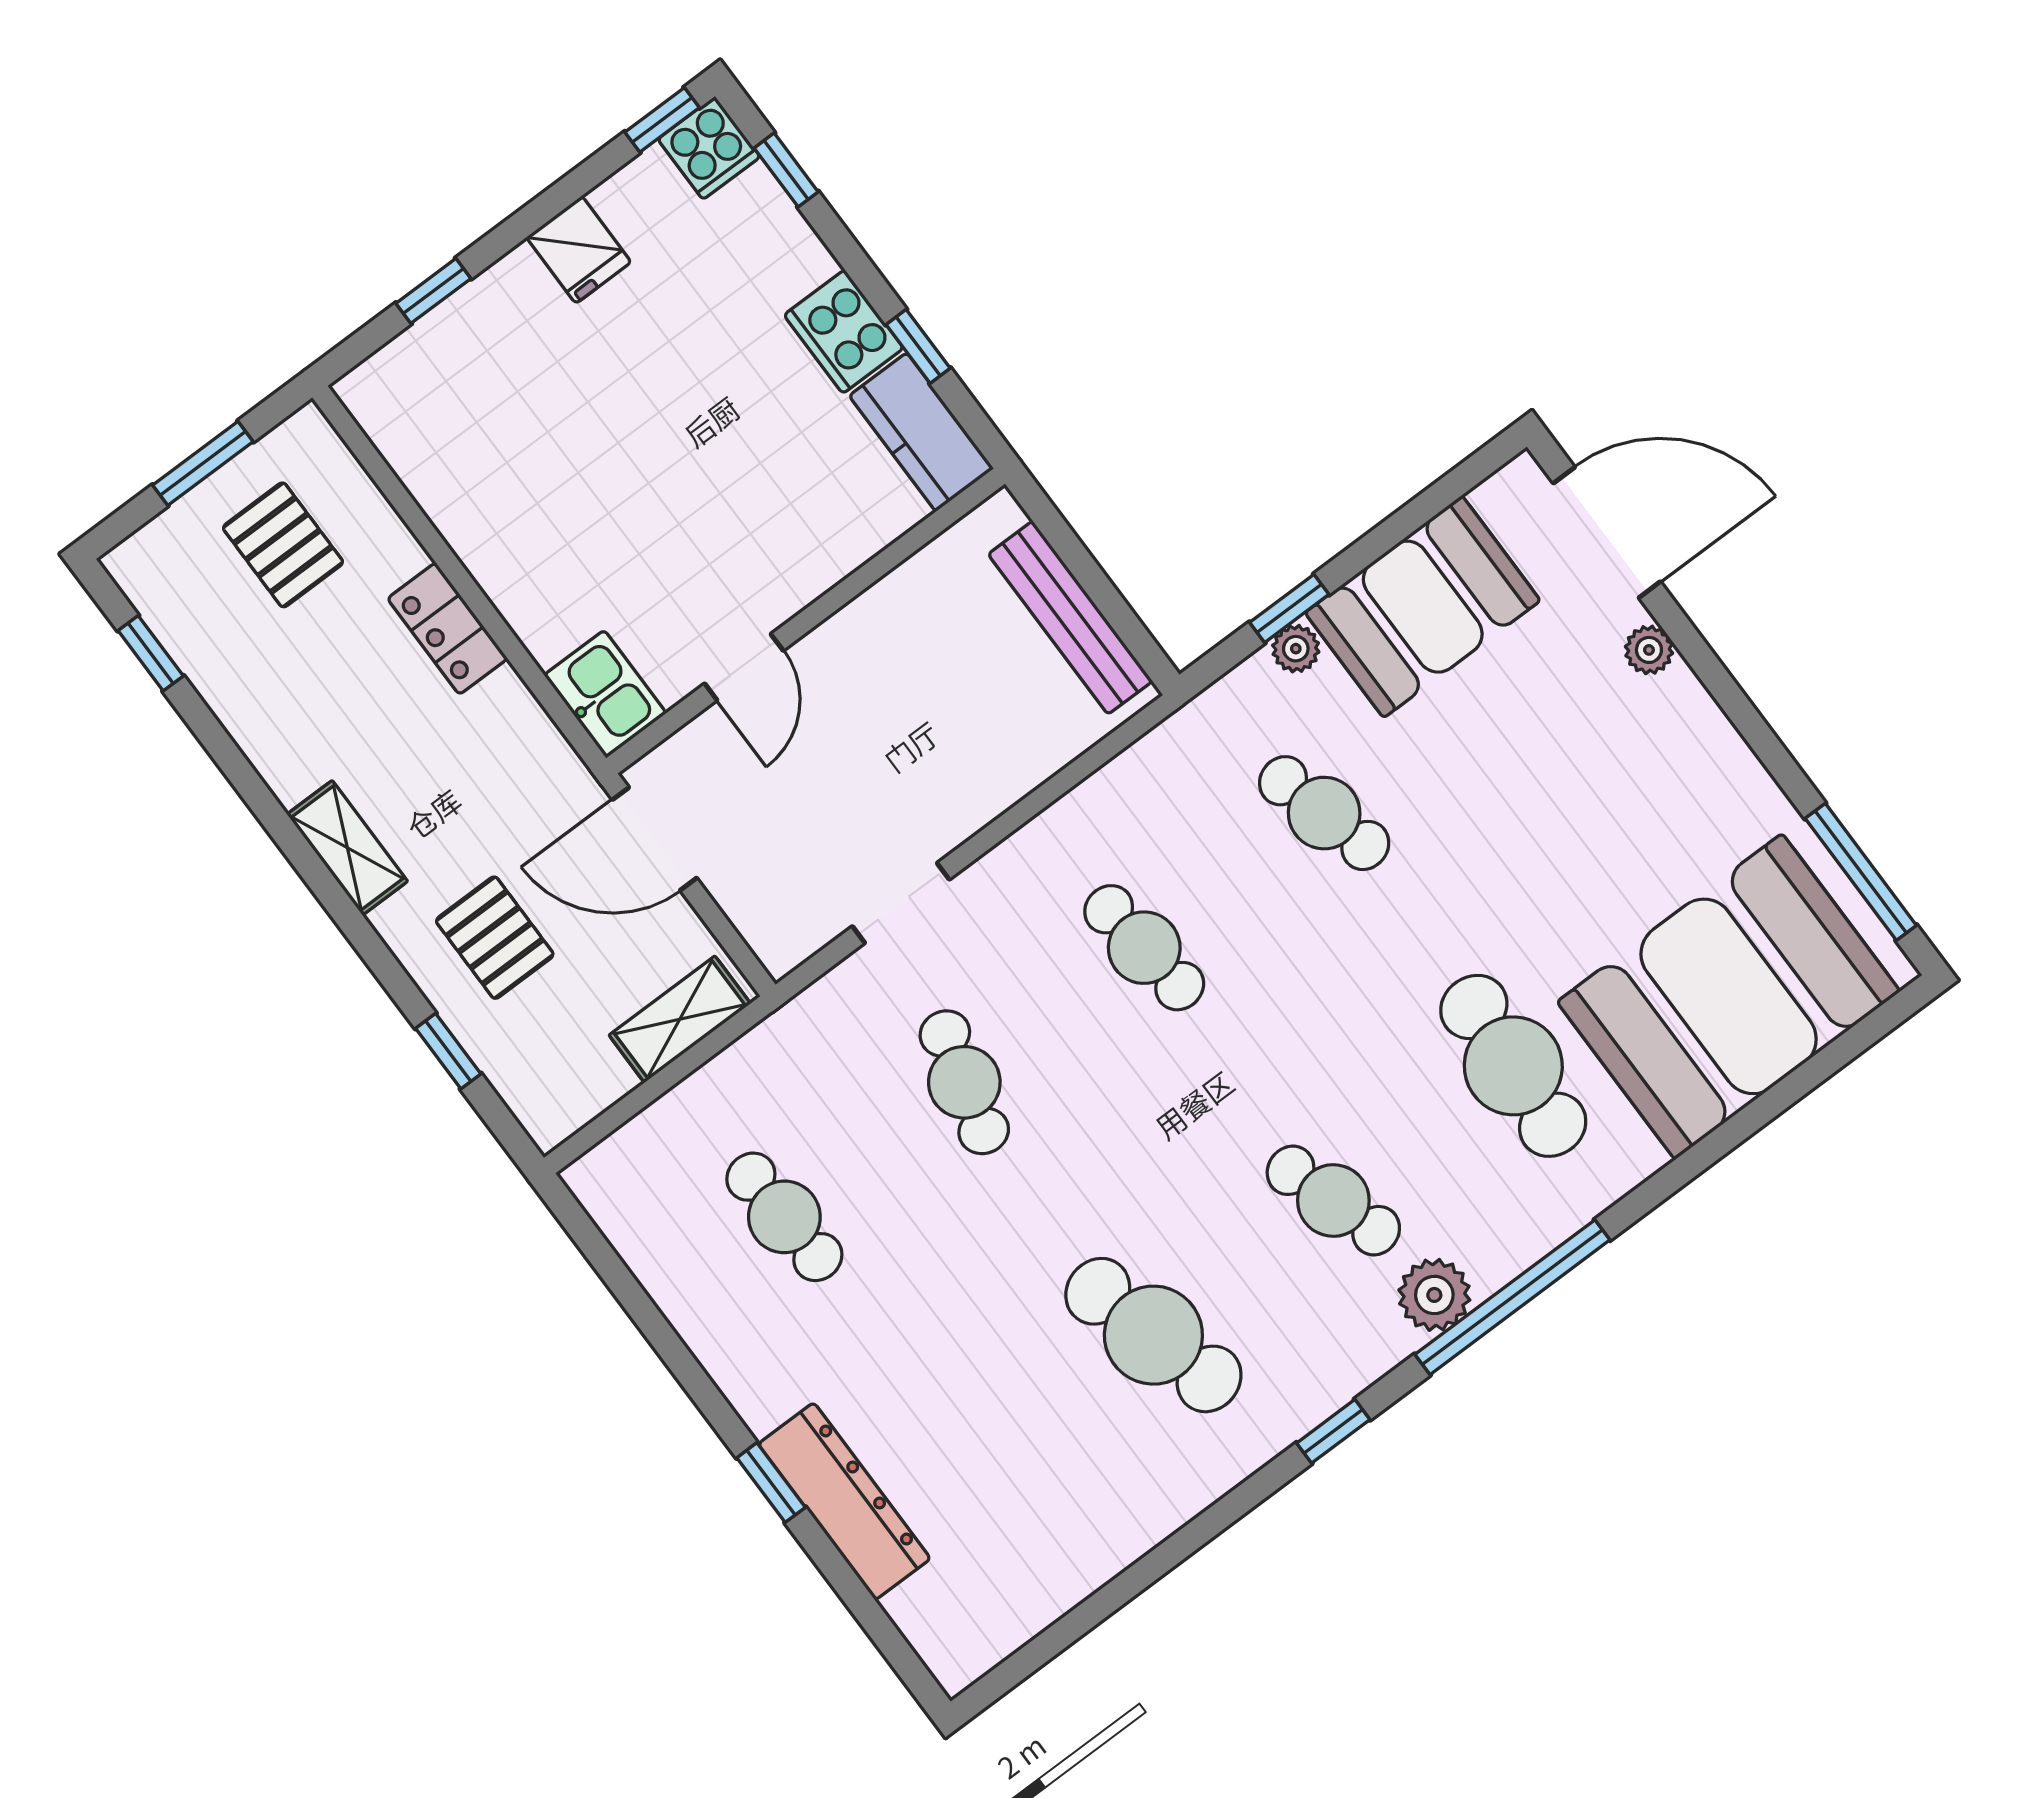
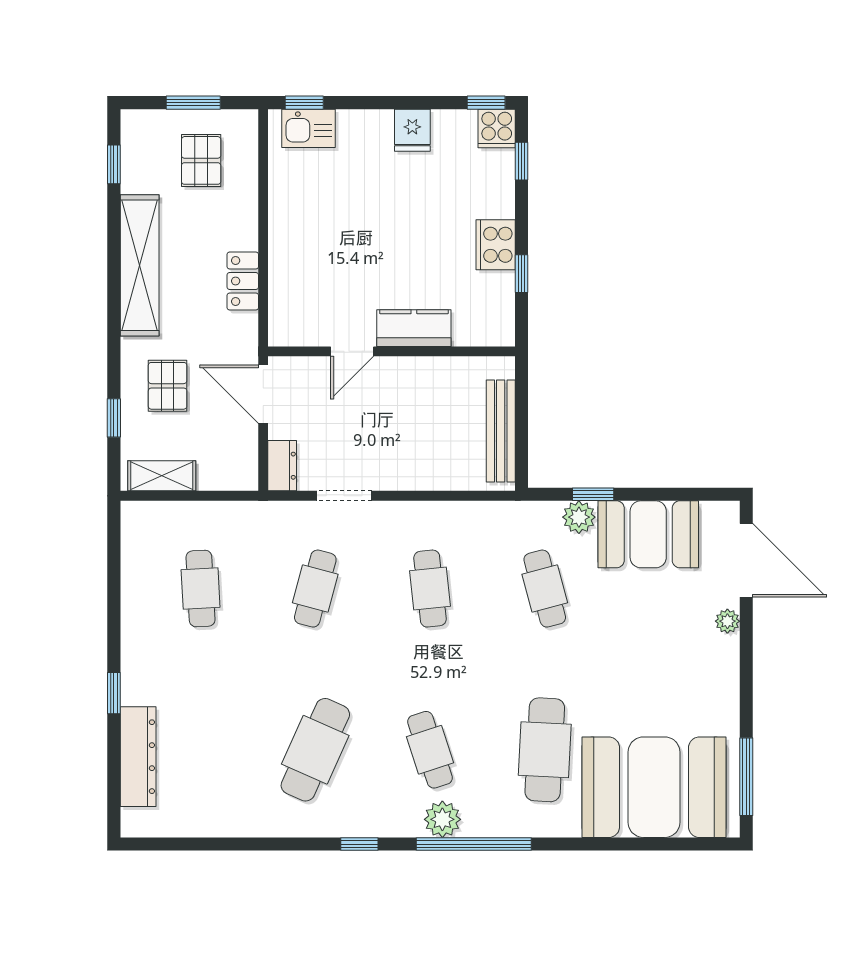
window: (433, 291) -> (304, 103), moved
kitchen counter: (921, 432) -> (414, 328), moved, turned 90
locker: (447, 629) -> (243, 281), moved
plant: (1296, 649) -> (579, 517), width x1.38, depth x1.38
kitchen sink: (605, 694) -> (309, 128), moved, turned 90
shelving: (347, 848) -> (140, 265), width x2.20, depth x1.33
dresser: (768, 929) -> (282, 466), added
shelving: (680, 1019) -> (162, 476), moved
cafe table: (1153, 1335) -> (315, 750), turned 39
dresser: (844, 1501) -> (138, 757), moved

